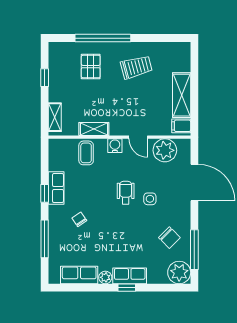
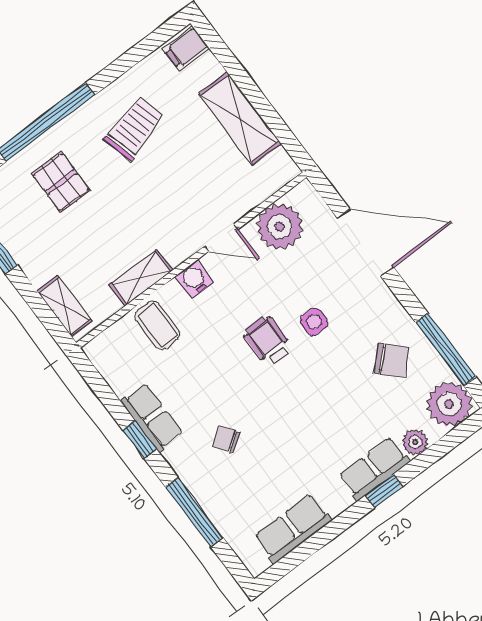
filing cabinet: (181, 126) -> (186, 48), moved
plant: (105, 277) -> (415, 442), moved

